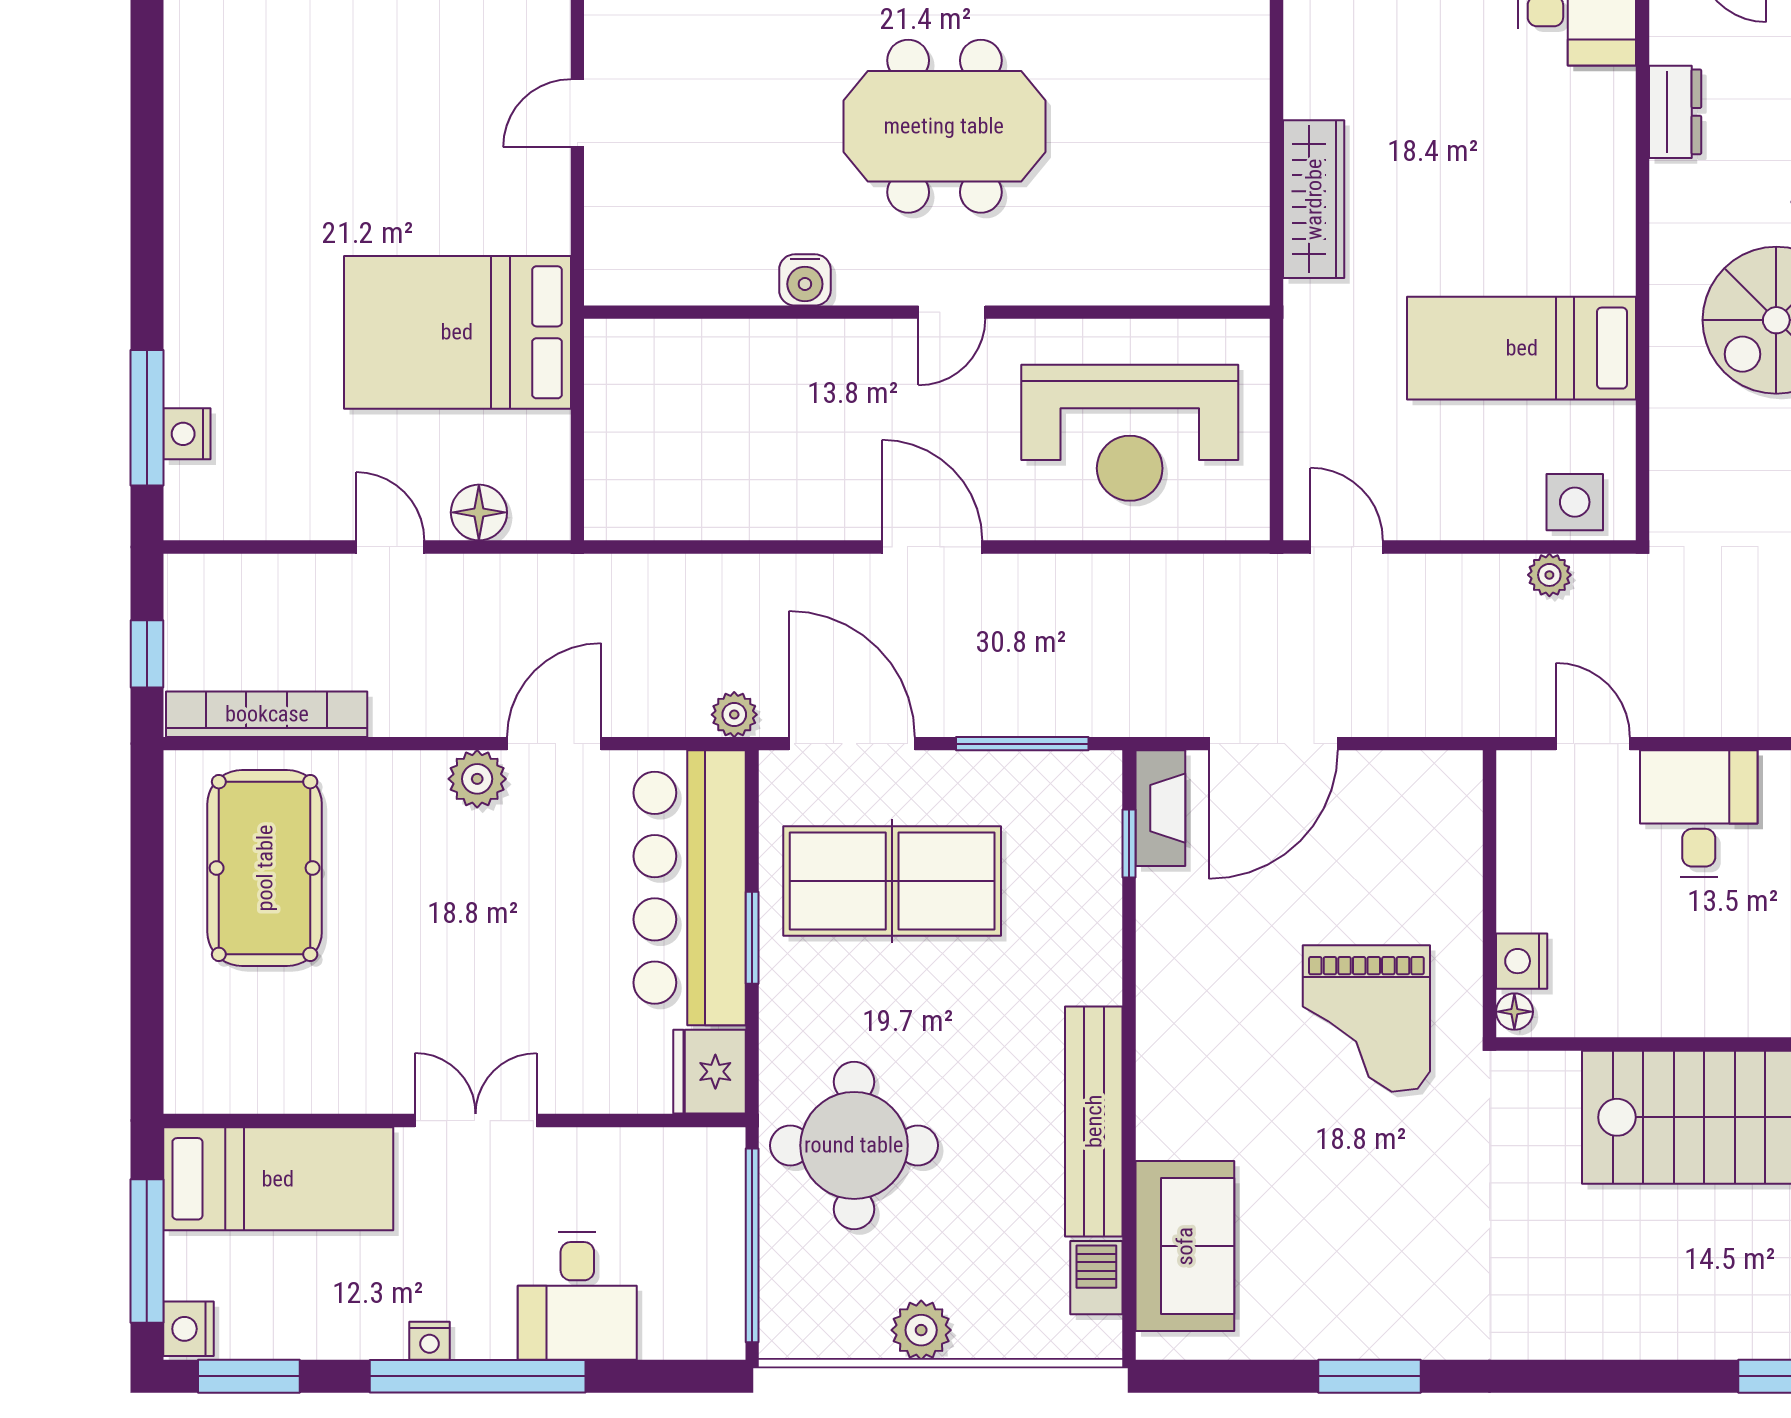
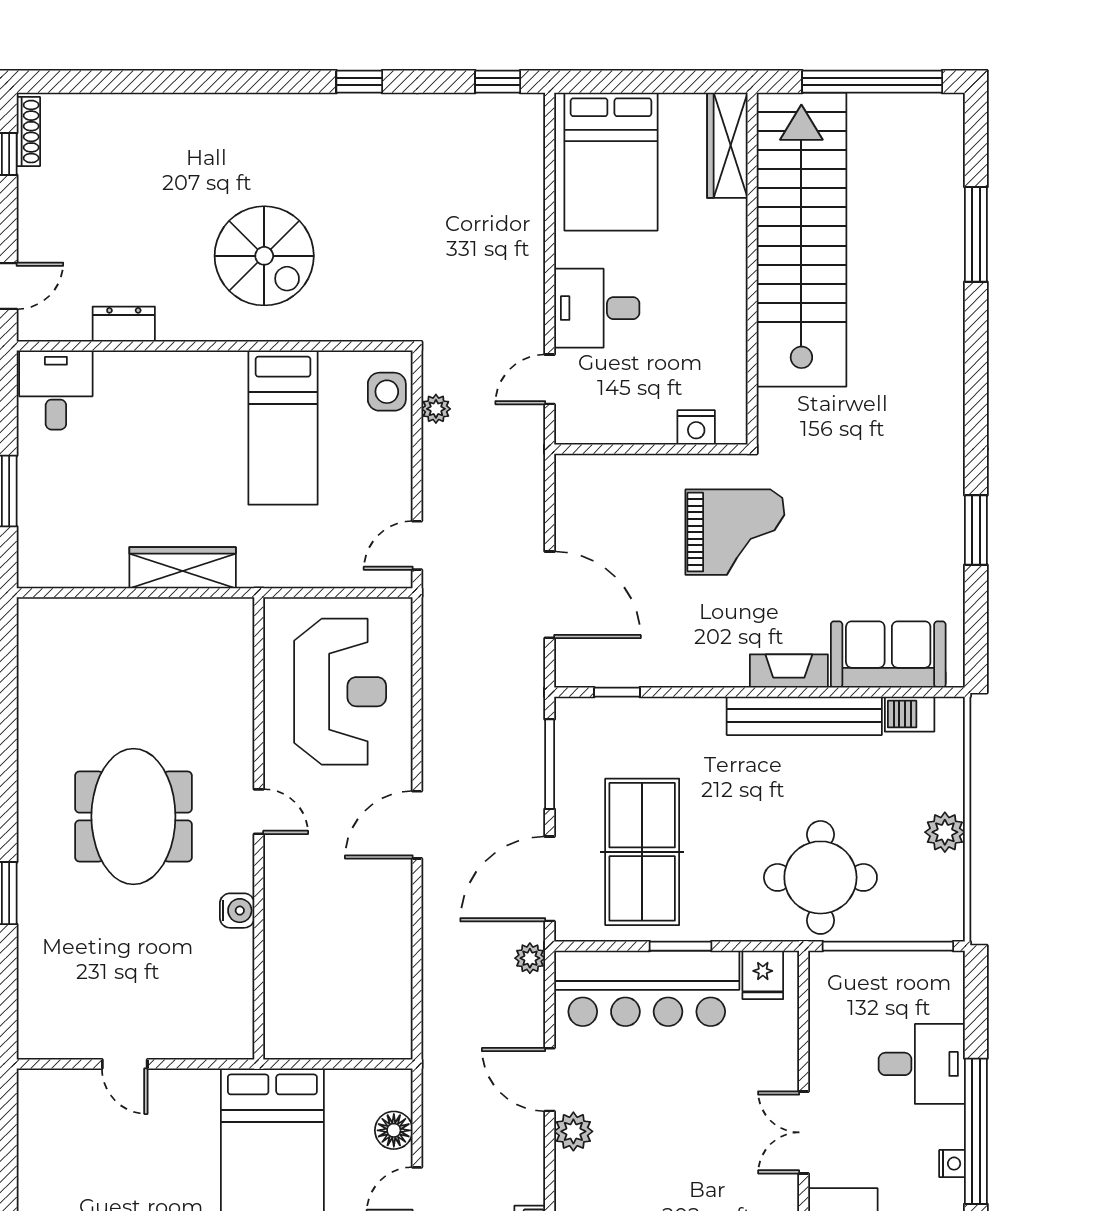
fireplace: (1160, 808) -> (789, 671), moved
floor lamp: (1514, 1012) -> (730, 432), removed
fridge: (709, 1072) -> (763, 975), width x0.72

